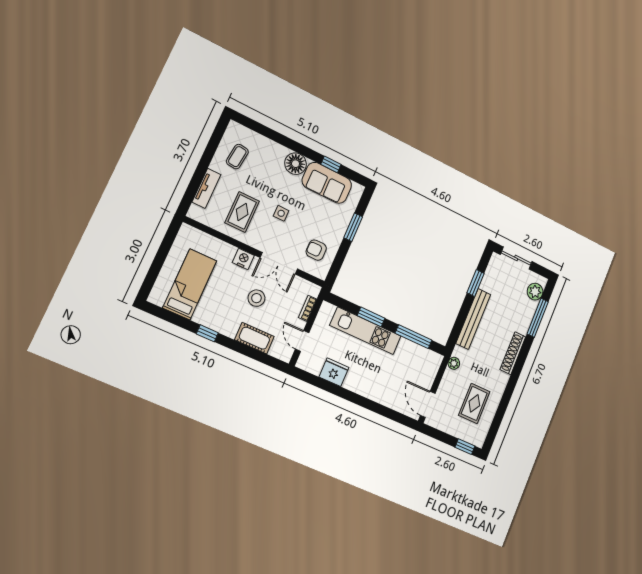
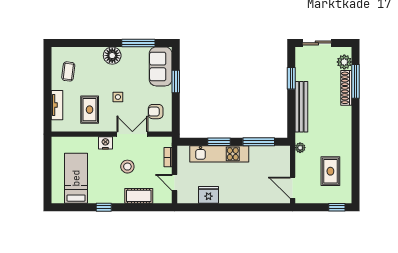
window: (331, 164) -> (138, 43), width x2.17
sofa: (327, 183) -> (161, 66), moved, turned 90
double door: (279, 263) -> (132, 134), swing flipped
shoe rack: (513, 353) -> (346, 88), moved

